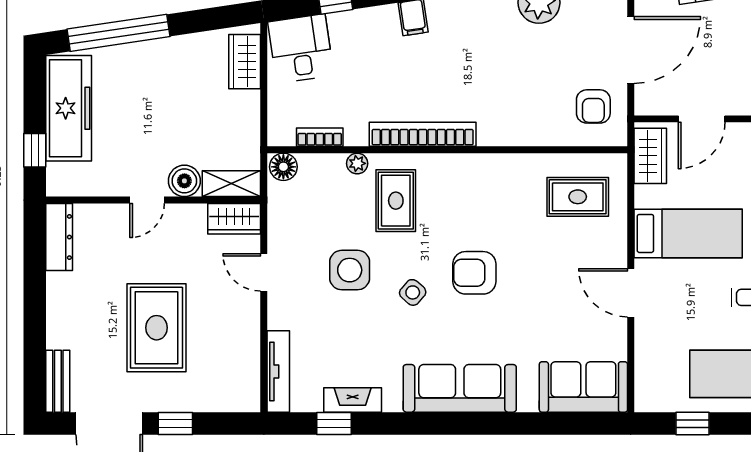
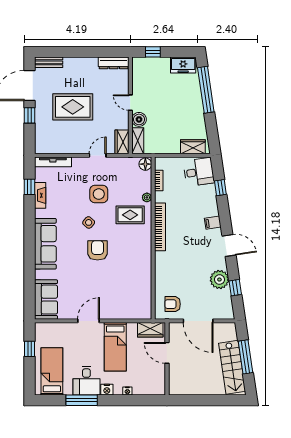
freezer: (69, 108) -> (183, 65), width x0.52, depth x0.79
rug: (578, 197) -> (132, 297), removed

